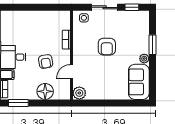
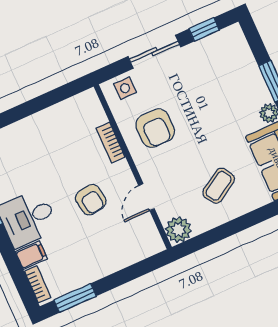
armchair: (107, 47) -> (155, 128), moved
coffee table: (107, 81) -> (219, 186), added
floor lamp: (45, 91) -> (115, 255), removed

